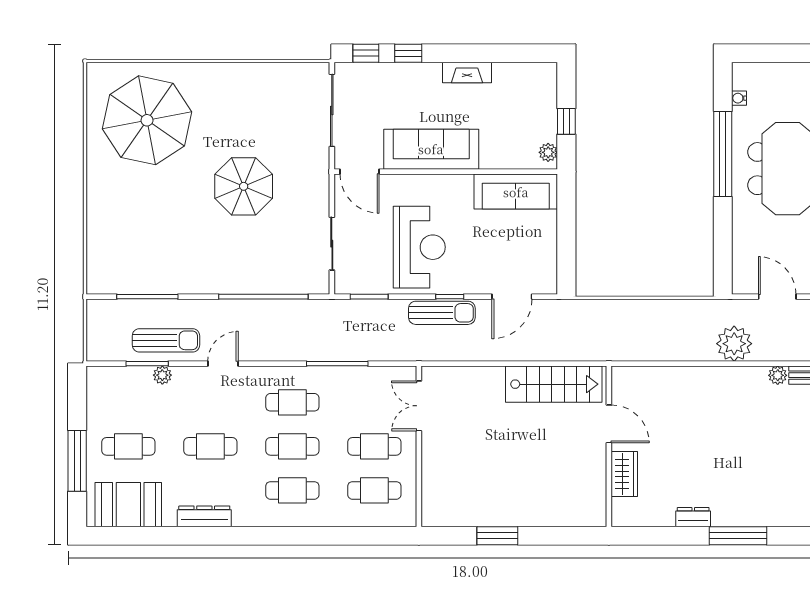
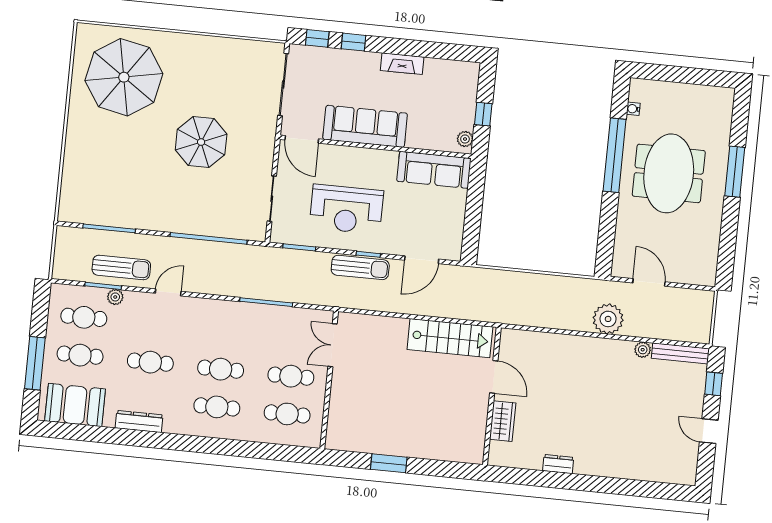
reception desk: (419, 247) -> (346, 209), turned 90
cafe table: (292, 402) -> (84, 317), moved
window: (738, 536) -> (595, 484), removed

